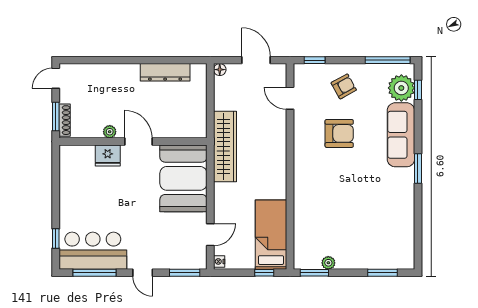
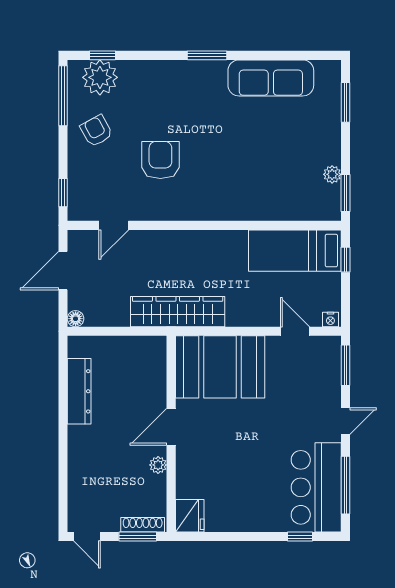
armchair: (344, 86) -> (96, 131), moved
sofa: (401, 135) -> (271, 78), moved
fridge: (108, 156) -> (190, 516), moved

